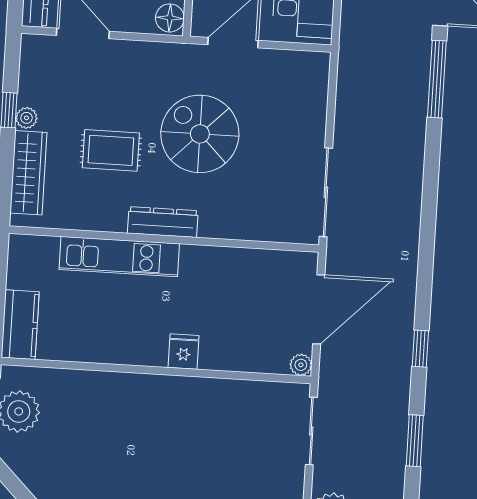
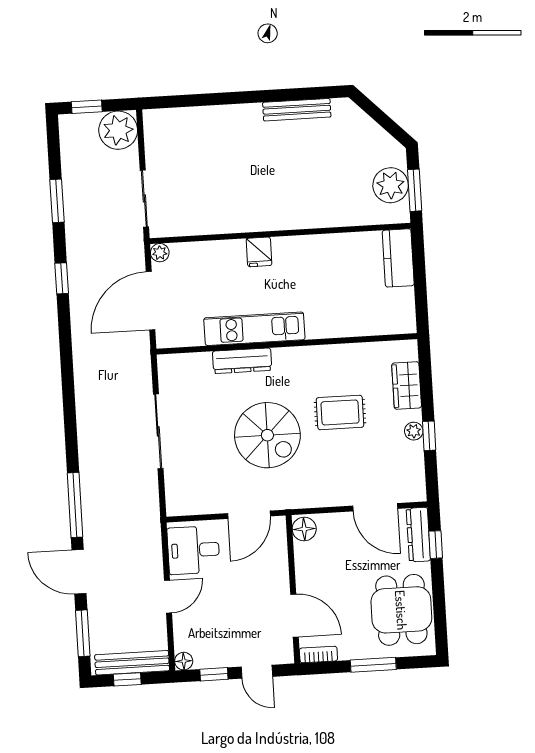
wardrobe: (28, 173) -> (407, 385), width x0.67
sliding door: (326, 192) -> (158, 431), moved
dresser: (163, 222) -> (242, 361), moved
kitchen unit: (119, 256) -> (254, 329), moved

